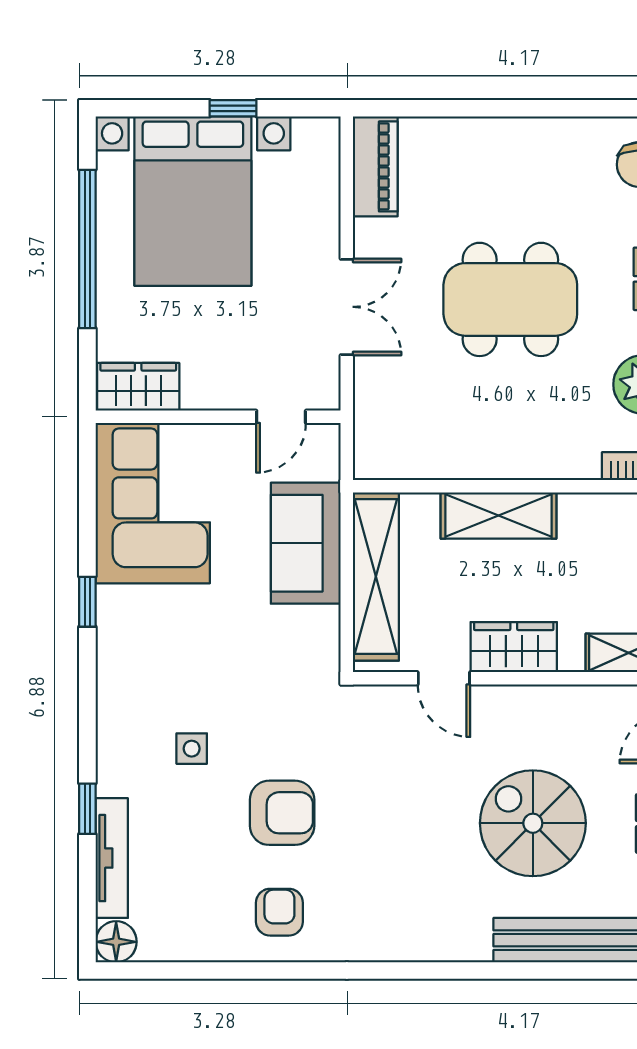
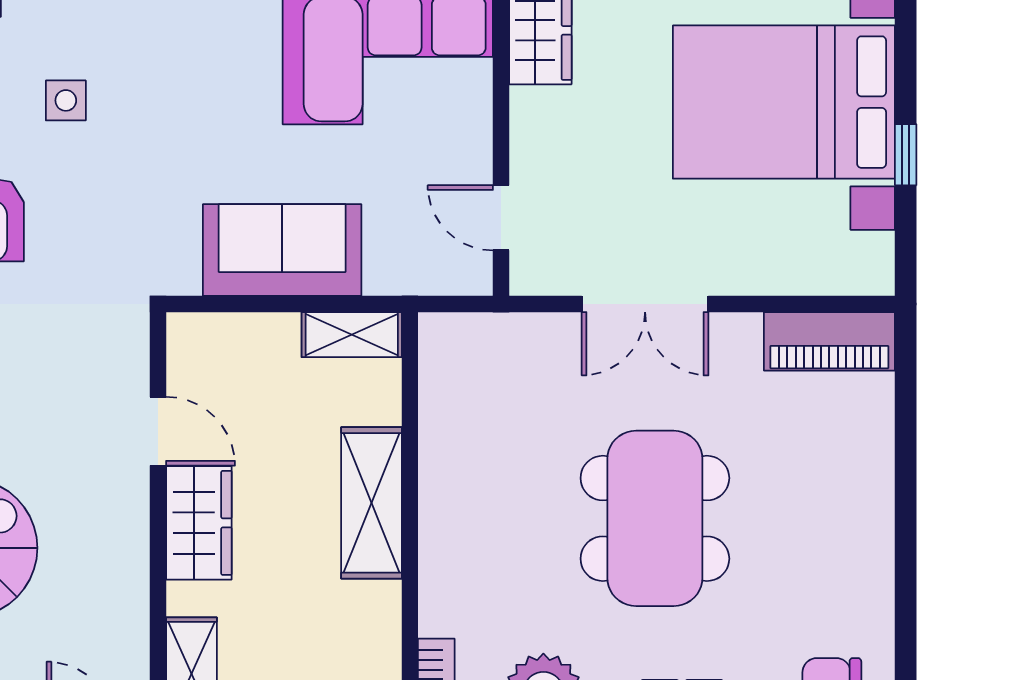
sofa: (306, 543) -> (282, 250), moved
shelving: (376, 577) -> (352, 335), width x0.45, depth x0.75
door: (444, 678) -> (158, 431), swing flipped

